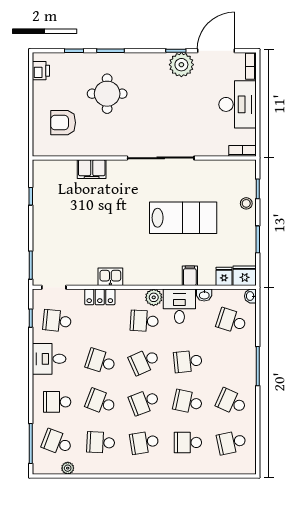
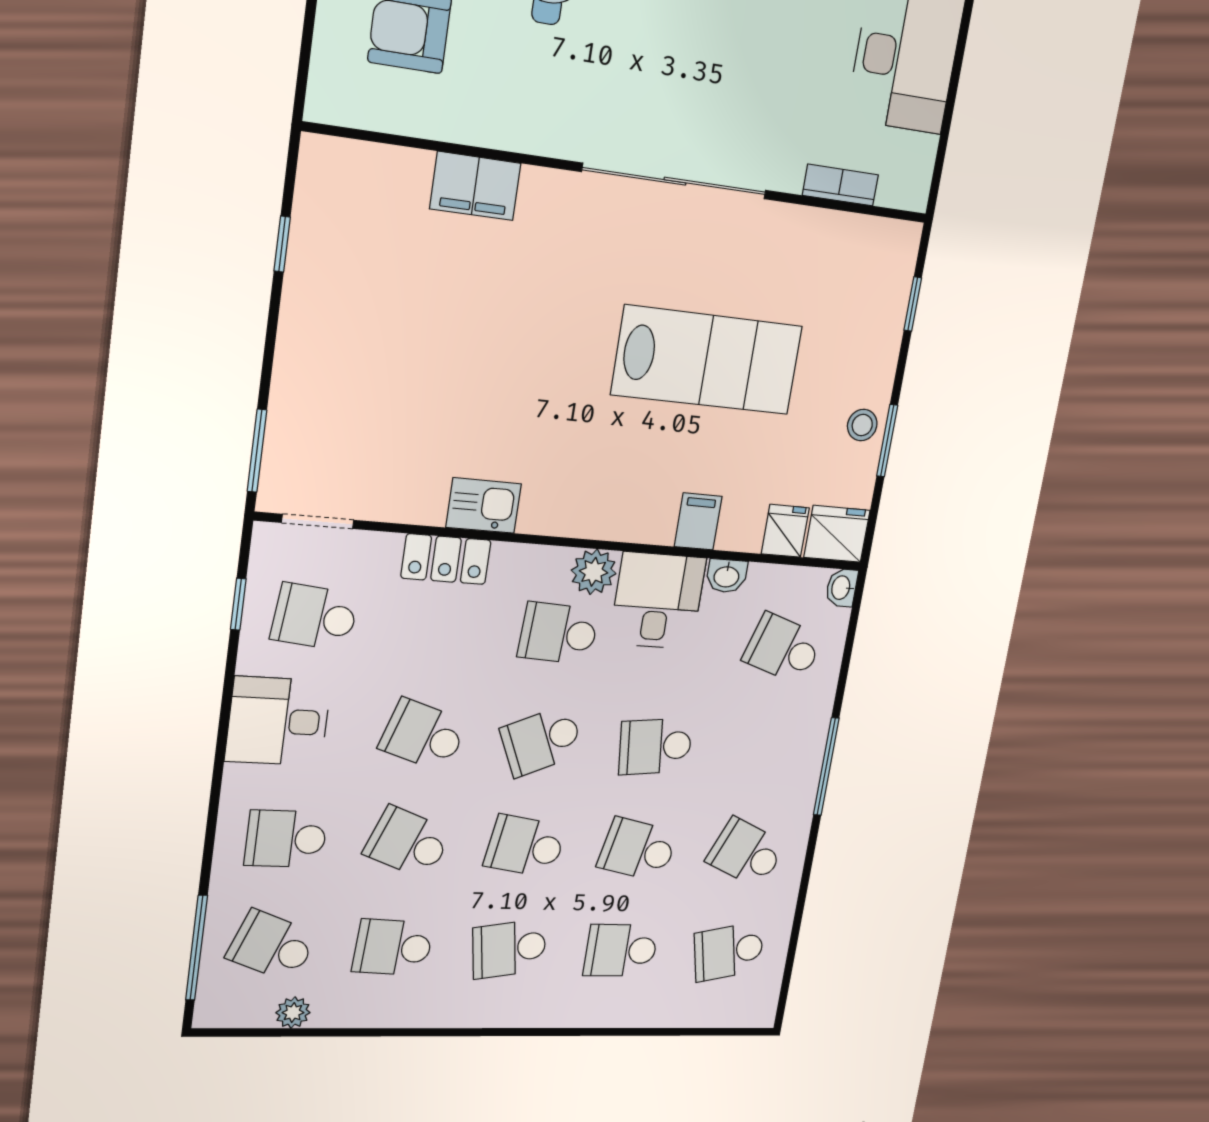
bookcase: (242, 151) -> (840, 185), moved
stool: (246, 203) -> (862, 425), moved
school desk: (144, 402) -> (525, 846), turned 30

